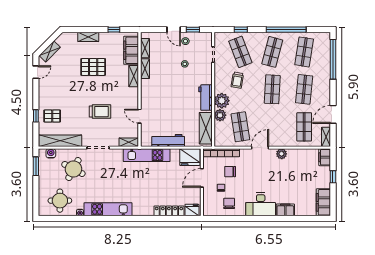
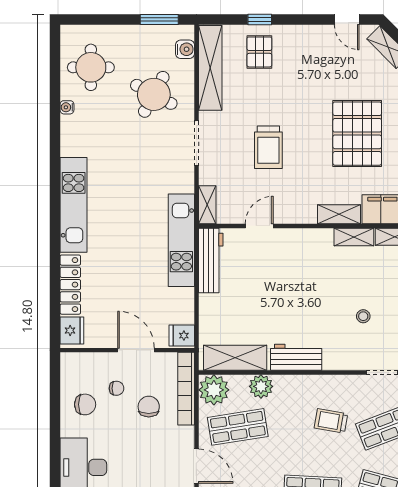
pallet: (93, 67) -> (357, 134), width x1.37, depth x1.41
plant: (222, 101) -> (214, 390), moved
workbench: (168, 140) -> (211, 260), moved
fridge: (190, 157) -> (182, 336), width x0.53, depth x0.75
kitchen unit: (108, 209) -> (74, 205), moved

